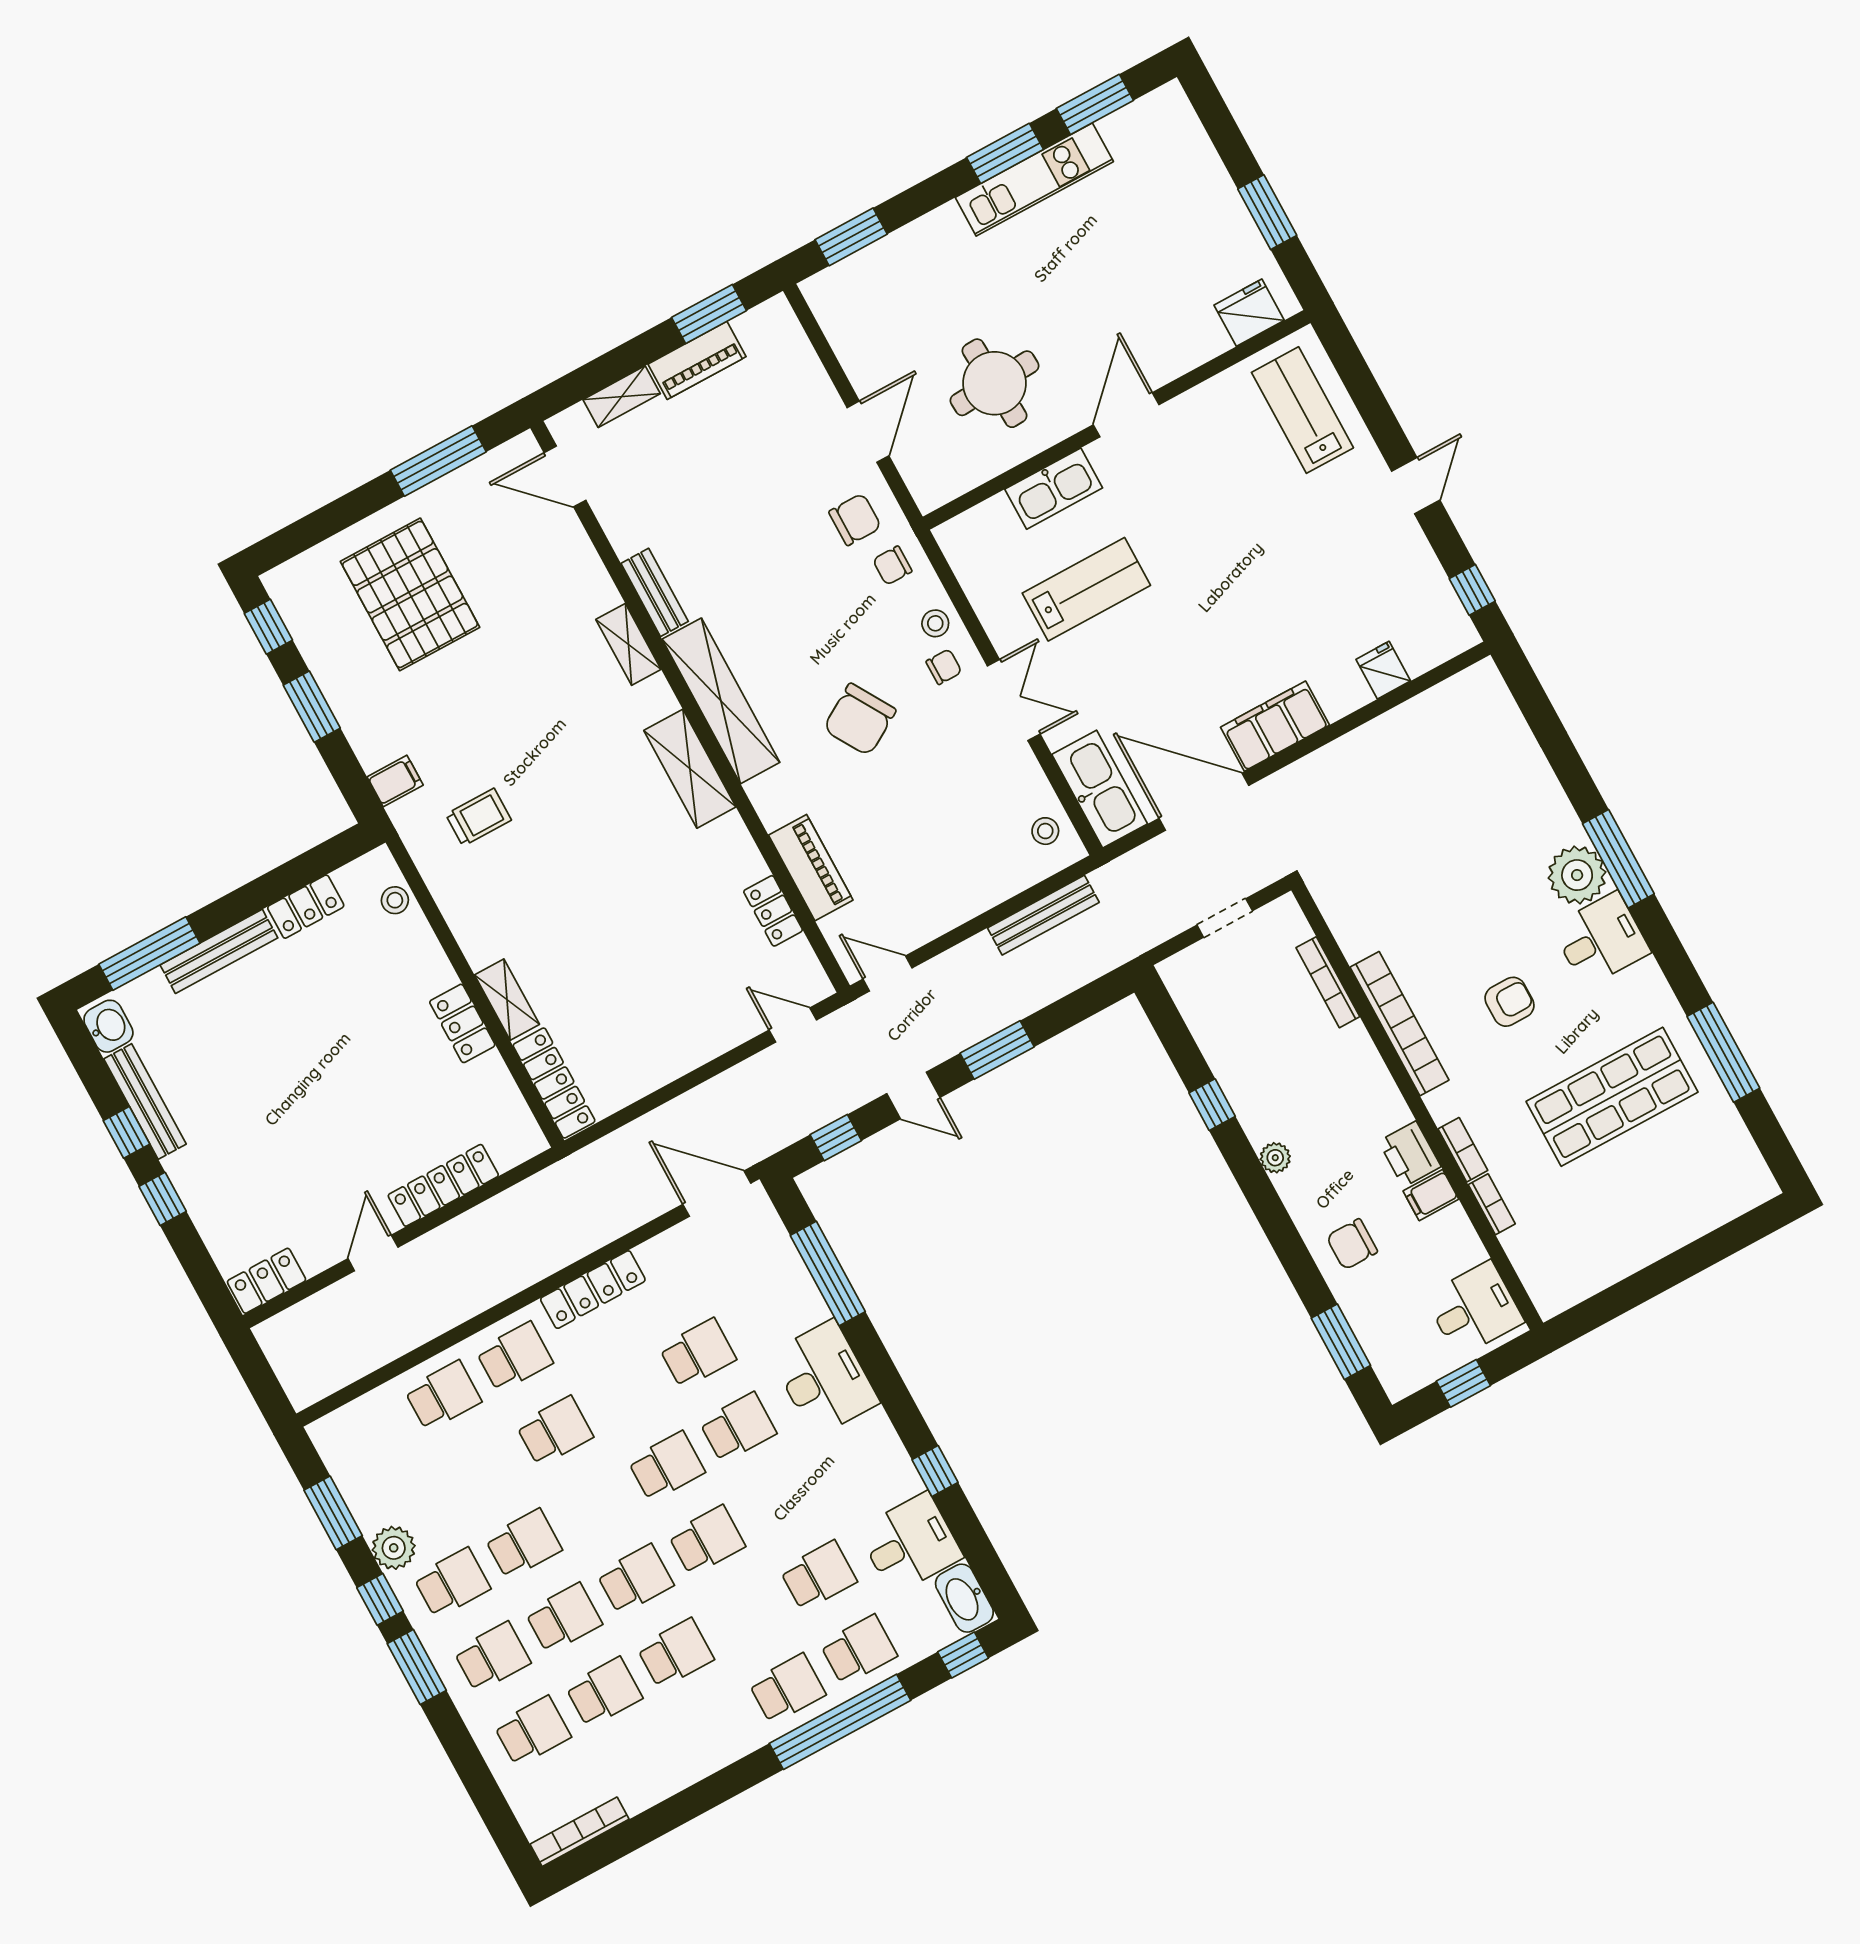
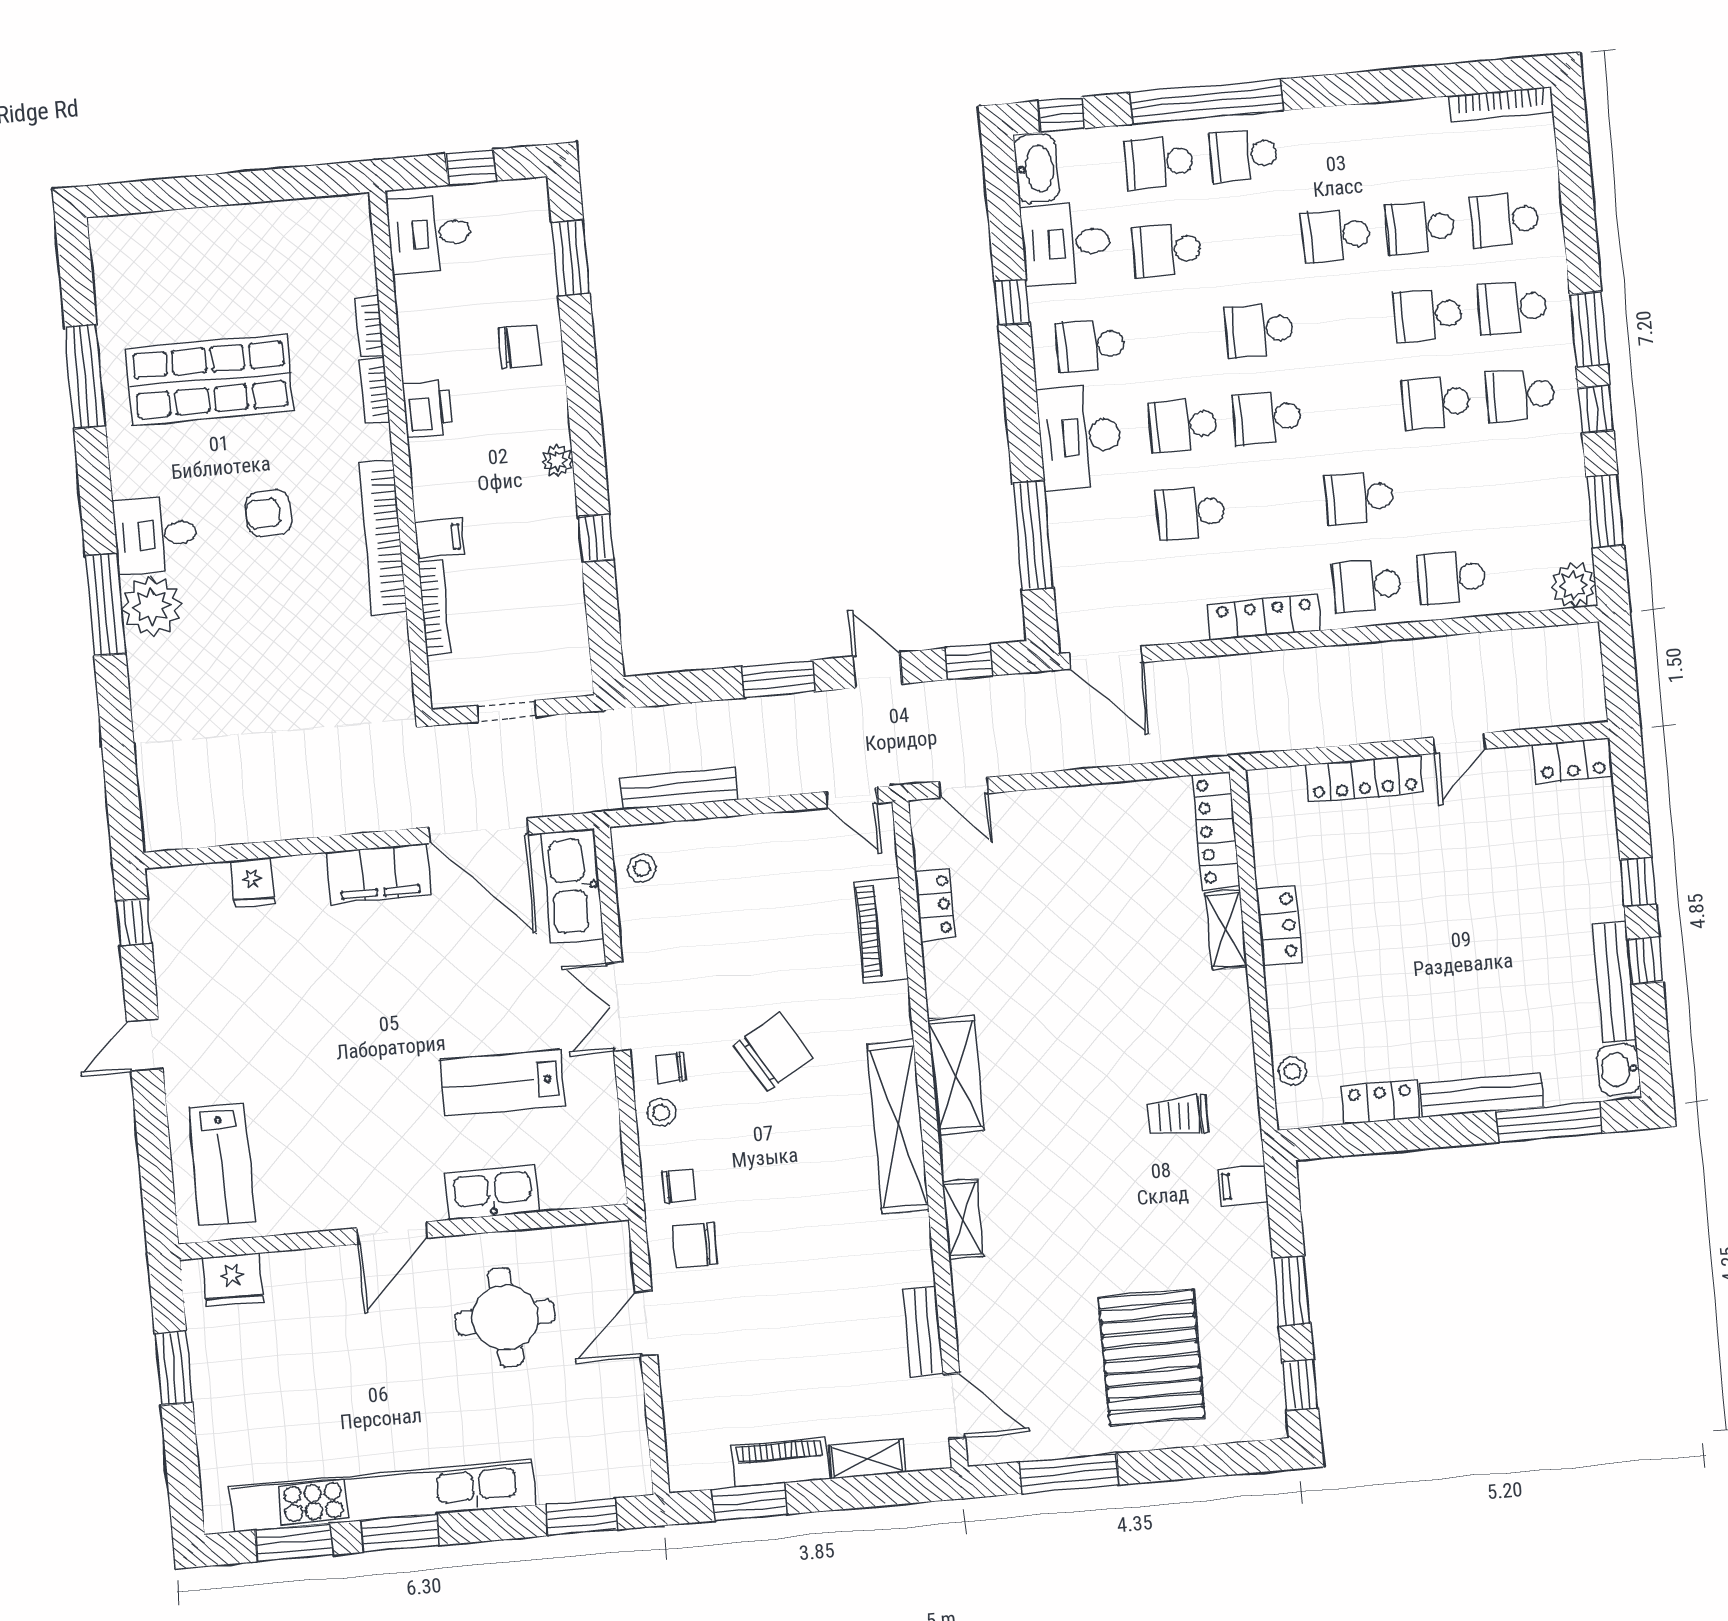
kitchen unit: (1034, 179) -> (383, 1496), width x1.86
bench: (655, 592) -> (923, 1331), moved
filing cabinet: (1431, 1195) -> (440, 538), moved
plant: (394, 1548) -> (1573, 585), moved
school desk: (635, 1579) -> (1090, 345), moved

